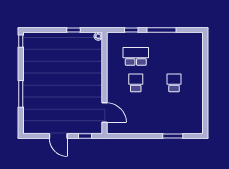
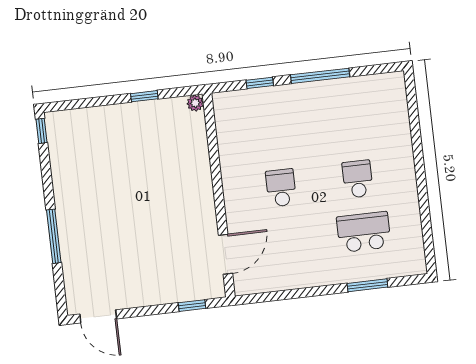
school desk: (136, 56) -> (364, 232), moved
door: (105, 113) -> (226, 254), hinge flipped
door: (58, 136) -> (98, 316), moved

